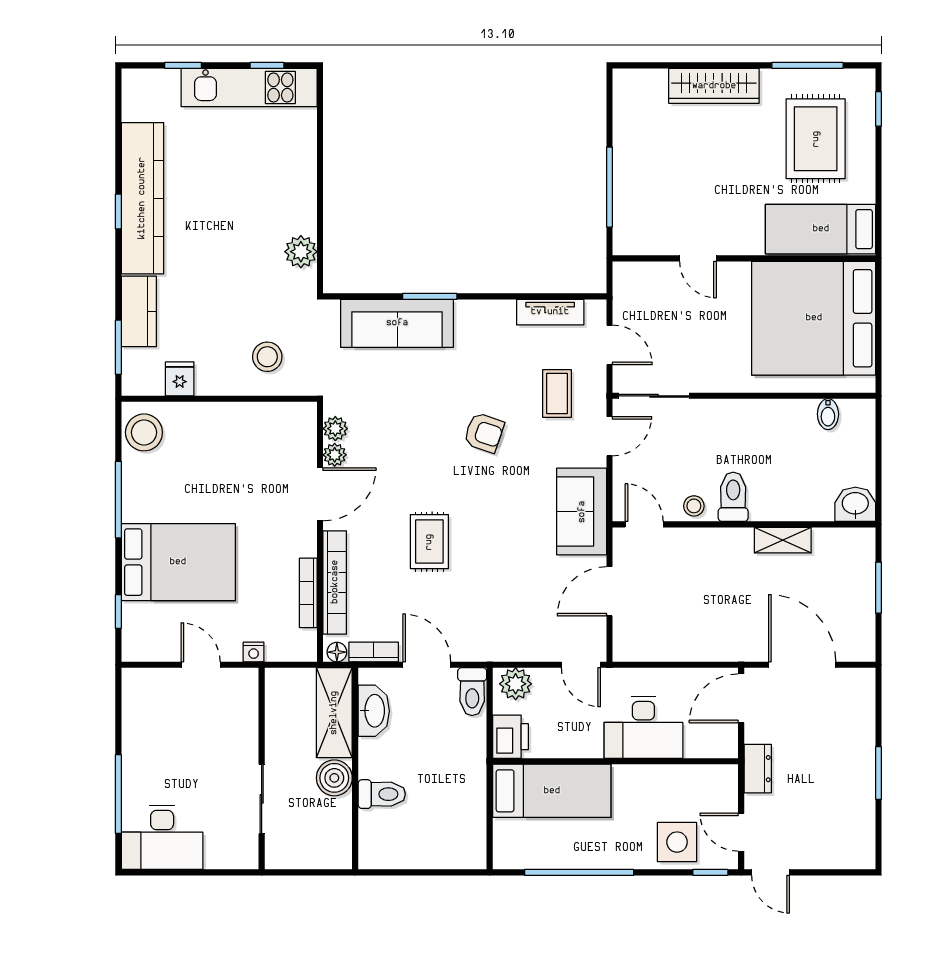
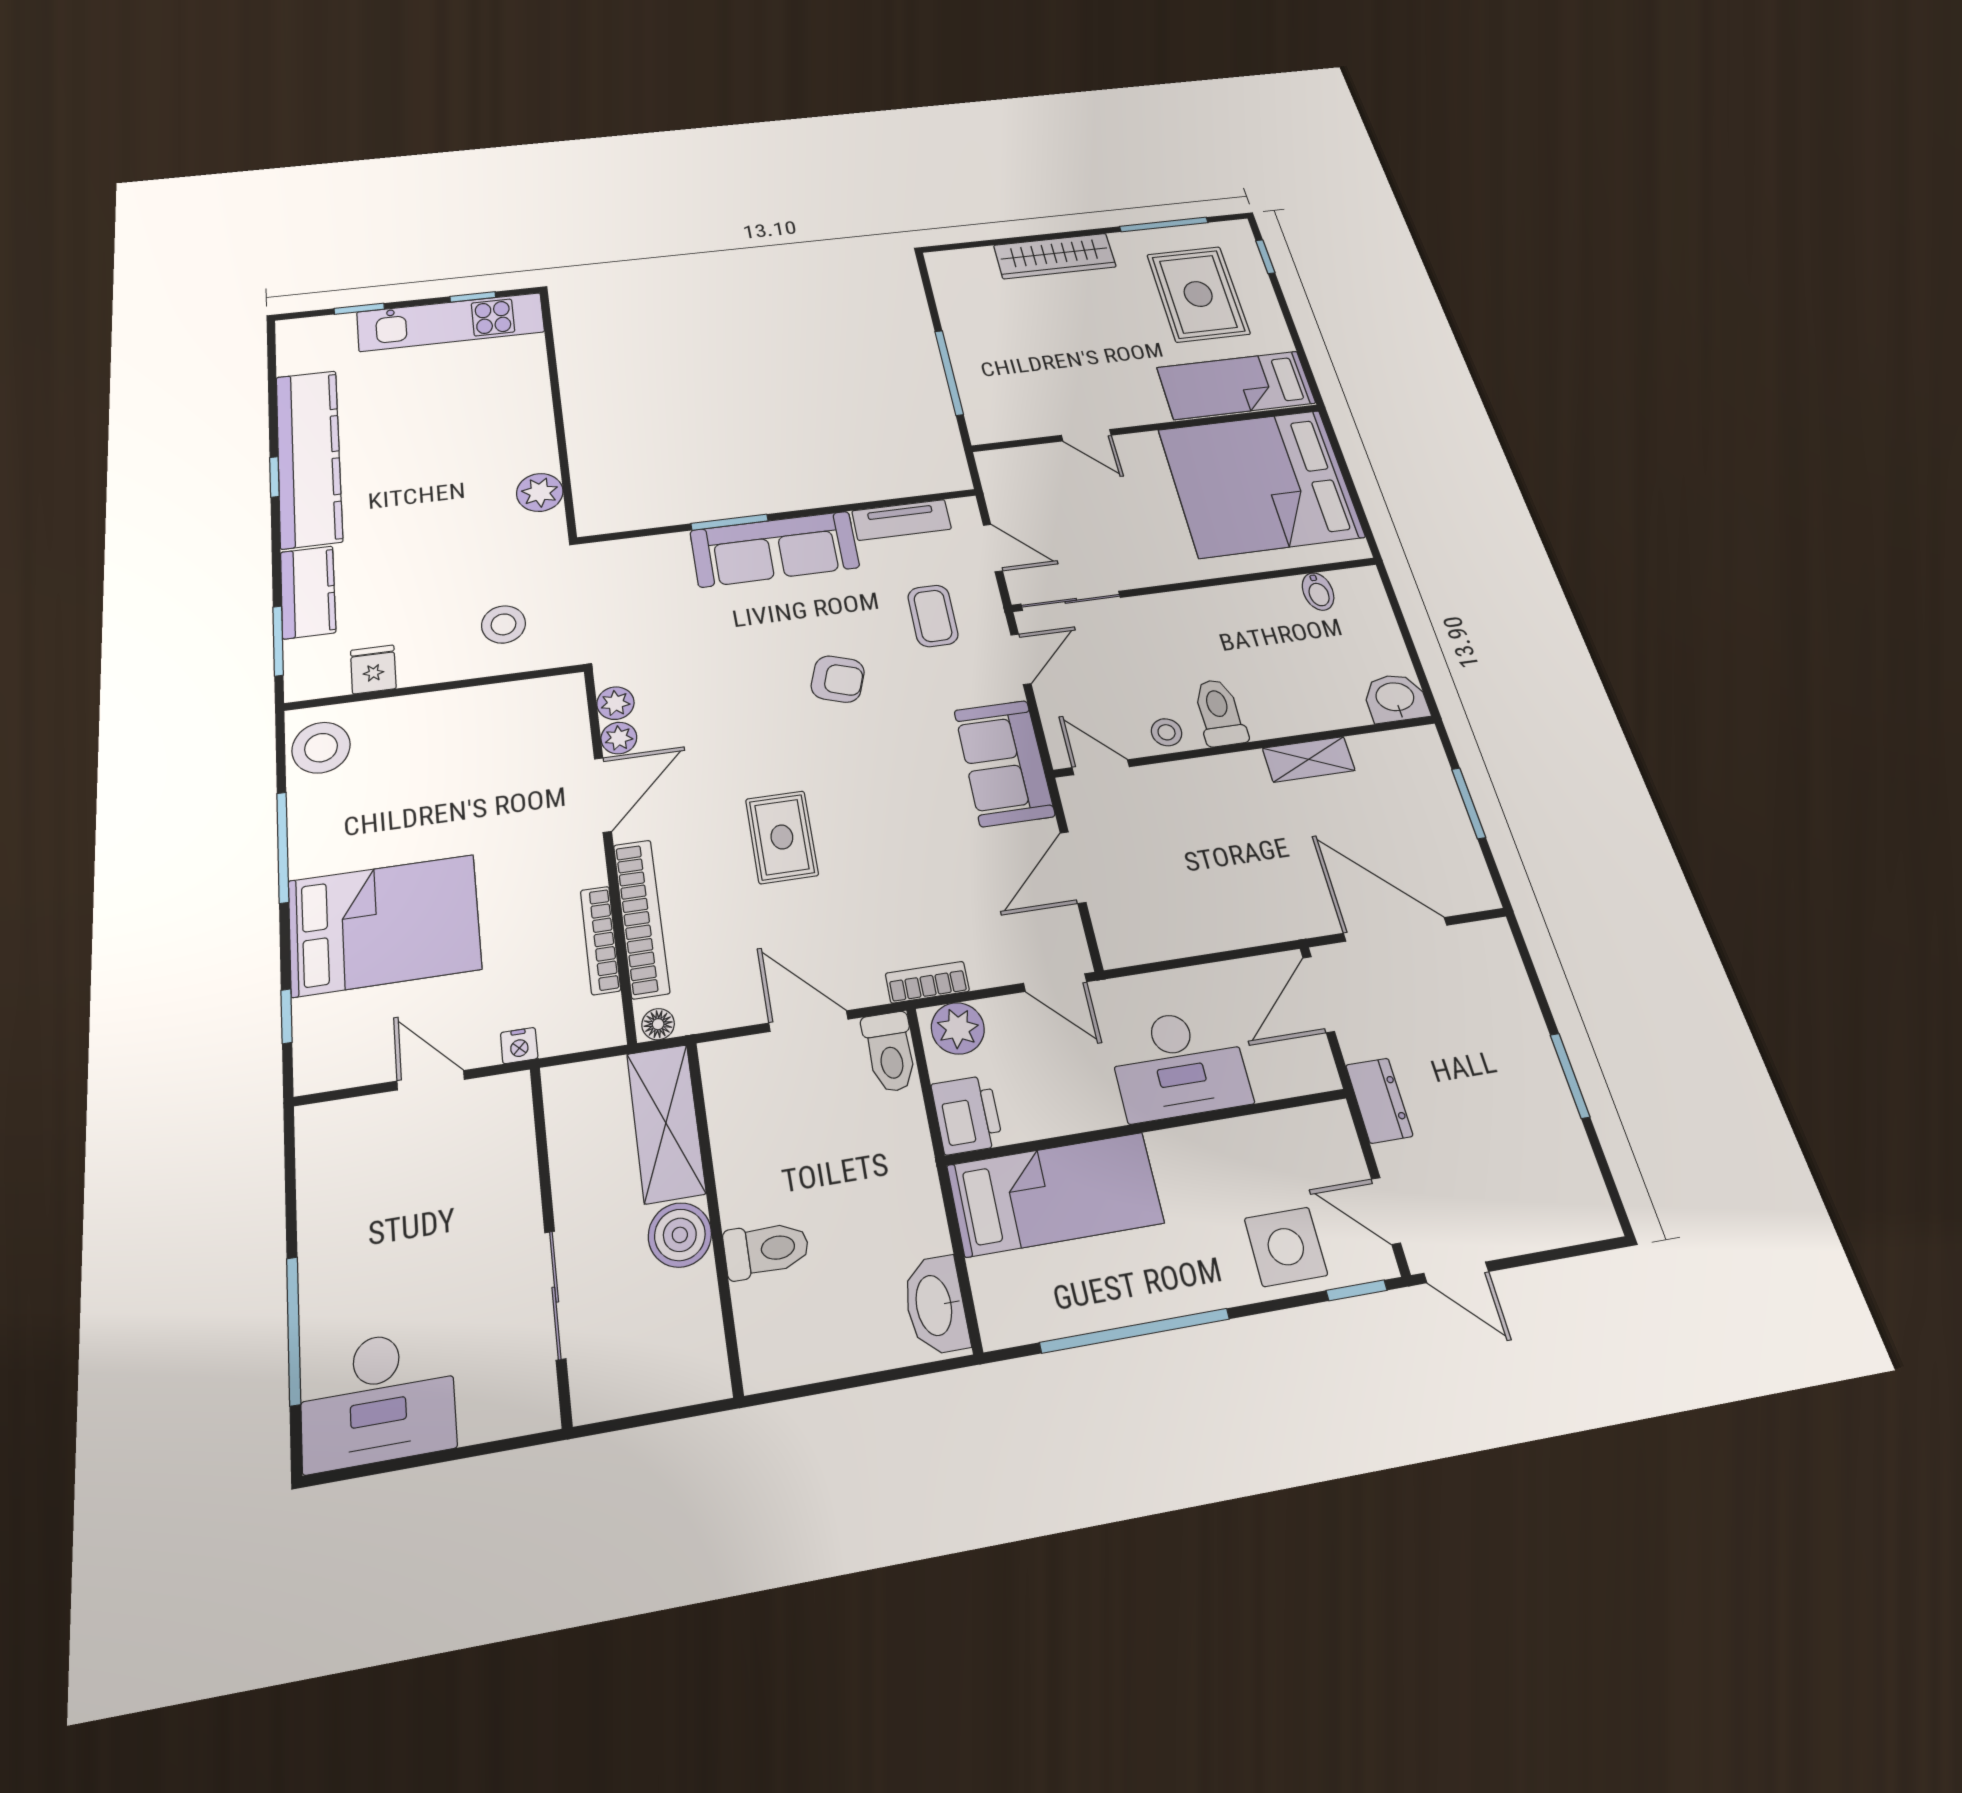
sofa: (397, 323) -> (775, 549), moved
bookcase: (374, 652) -> (927, 982), moved
washbasin: (374, 711) -> (935, 1305), moved, turned 180

